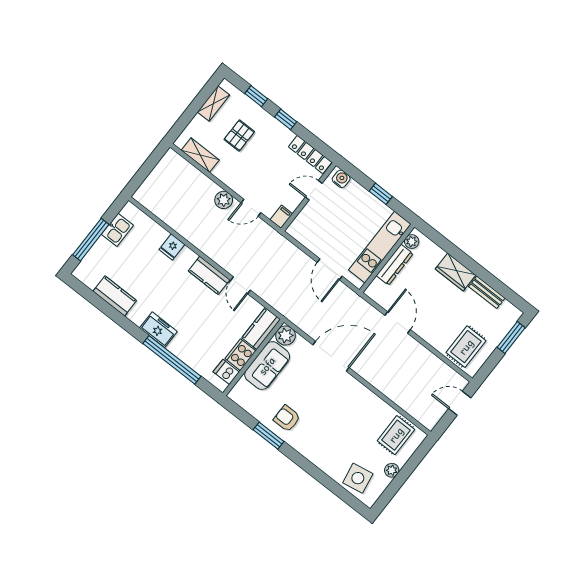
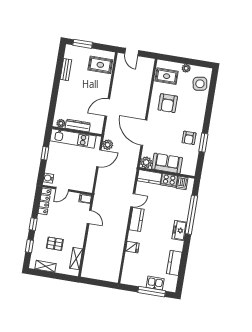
door: (314, 190) -> (62, 189), hinge flipped
plant: (224, 200) -> (108, 145), moved
kitchen sink: (117, 230) -> (155, 283), moved
wardrobe: (456, 272) -> (64, 92), removed
armchair: (355, 415) -> (168, 103), added

